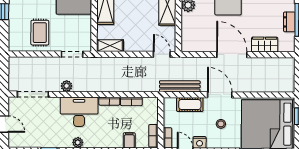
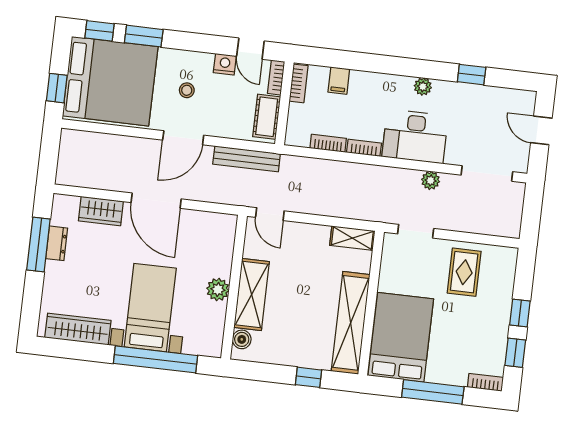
door: (220, 95) -> (183, 138), hinge flipped
cot: (190, 105) -> (267, 117), moved, turned 90

